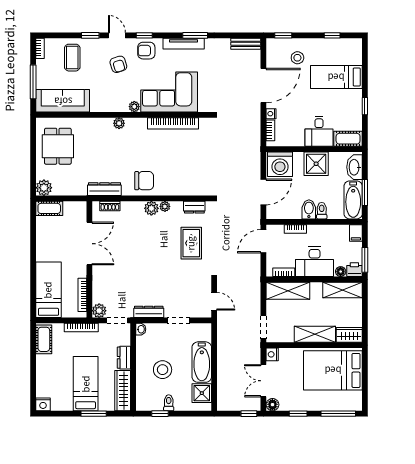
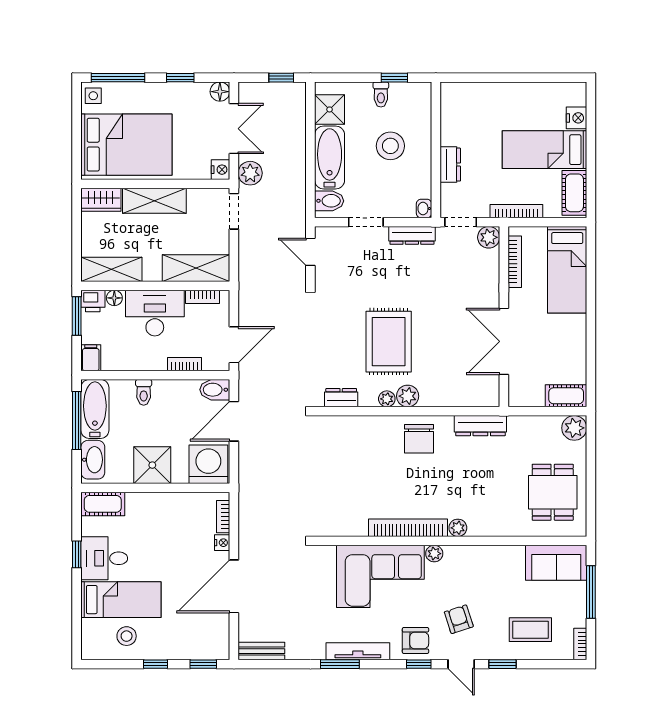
window: (332, 35) -> (156, 664), moved
coffee table: (72, 58) -> (530, 630), turned 90
stool: (297, 58) -> (127, 636), moved
sofa: (63, 101) -> (556, 563), width x0.73
bookcase: (173, 123) -> (408, 528), moved
desk: (319, 131) -> (104, 558), moved, turned -90
chair: (144, 181) -> (419, 439), turned -90
window: (365, 192) -> (77, 421), width x1.44
shoe rack: (110, 206) -> (472, 400), removed
bidet: (309, 209) -> (215, 390), moved, turned 90
rug: (191, 243) -> (389, 342), moved, width x1.36, depth x1.43
bidet: (202, 334) -> (329, 201), added
plant: (253, 352) -> (250, 173), added
bed: (86, 384) -> (545, 150), moved, turned 90
wardrobe: (123, 391) -> (452, 113), removed
side table: (354, 402) -> (93, 96), added
nightstand: (43, 404) -> (577, 118), moved, turned 90
window: (94, 414) -> (497, 78), removed
window: (249, 414) -> (281, 78), moved

